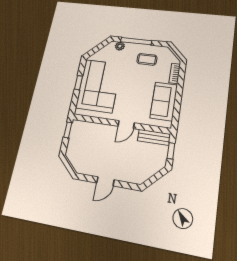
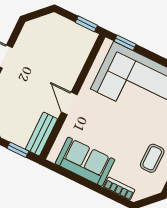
window: (79, 83) -> (125, 43), moved

